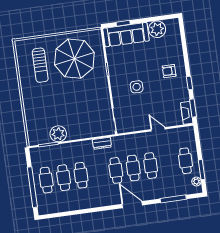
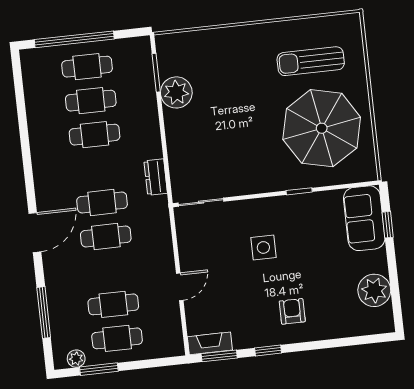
sofa: (126, 35) -> (364, 218), width x0.73
cafe table: (151, 166) -> (113, 304), moved

